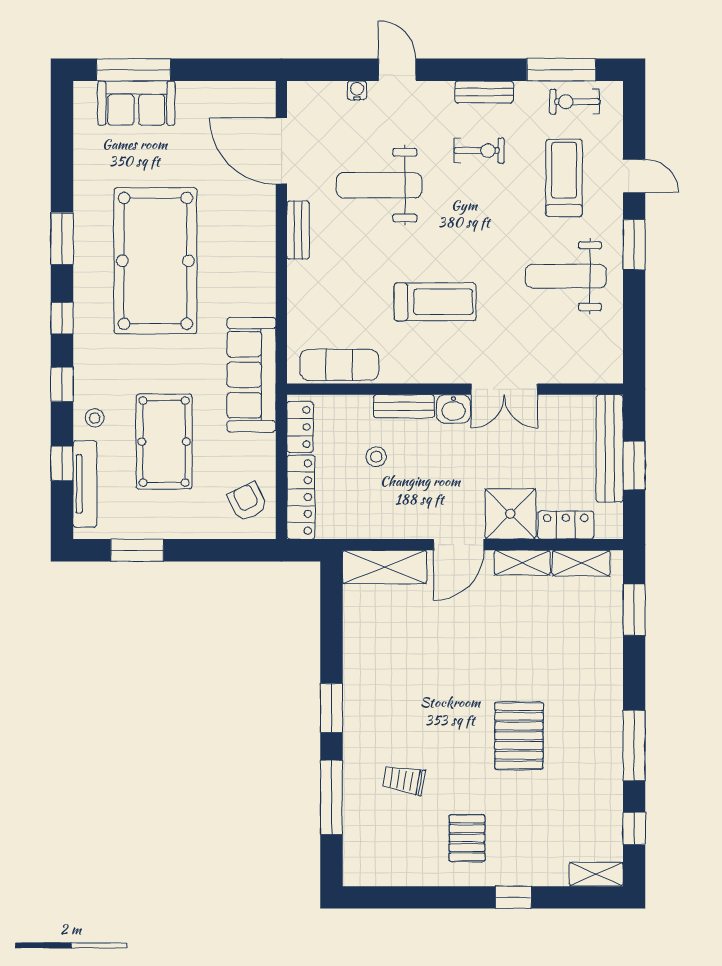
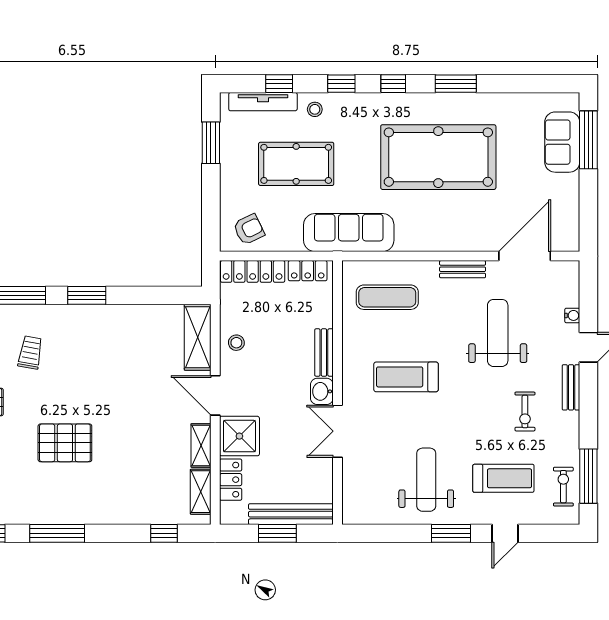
bench: (484, 92) -> (571, 387), moved
treadmill: (435, 302) -> (406, 377), turned 90
exercise mat: (339, 365) -> (387, 297), moved, turned 90
stool: (376, 457) -> (236, 343), moved
window: (634, 610) -> (164, 533), width x0.67

